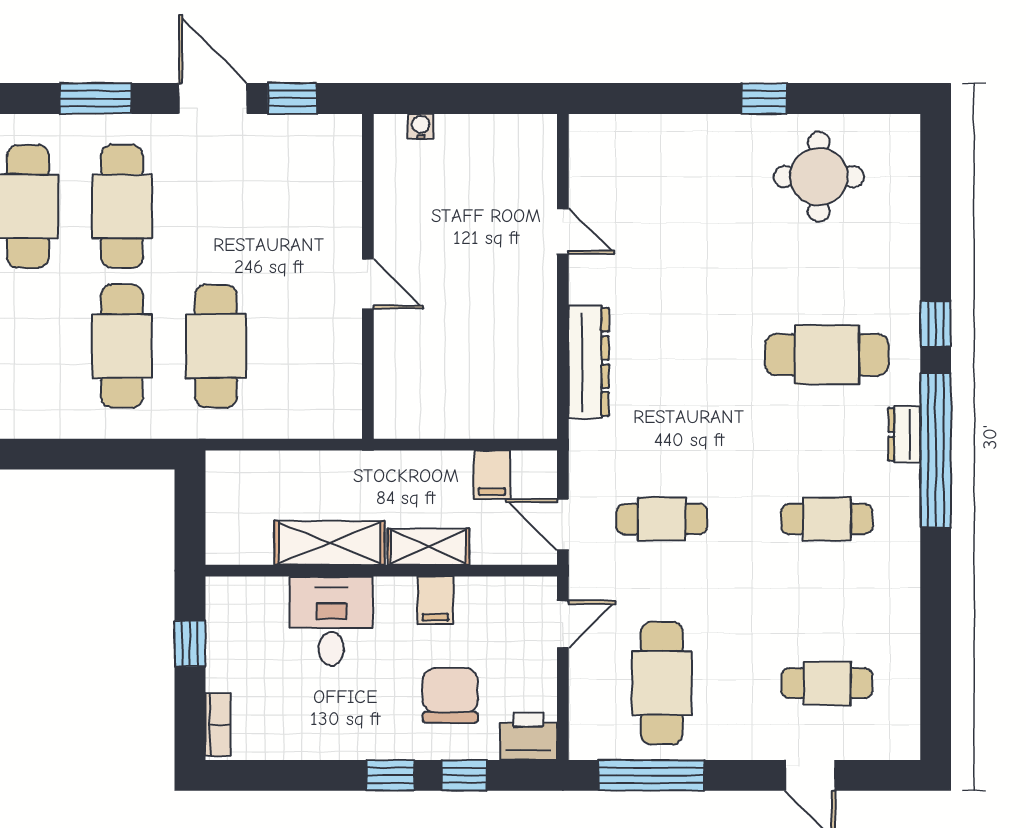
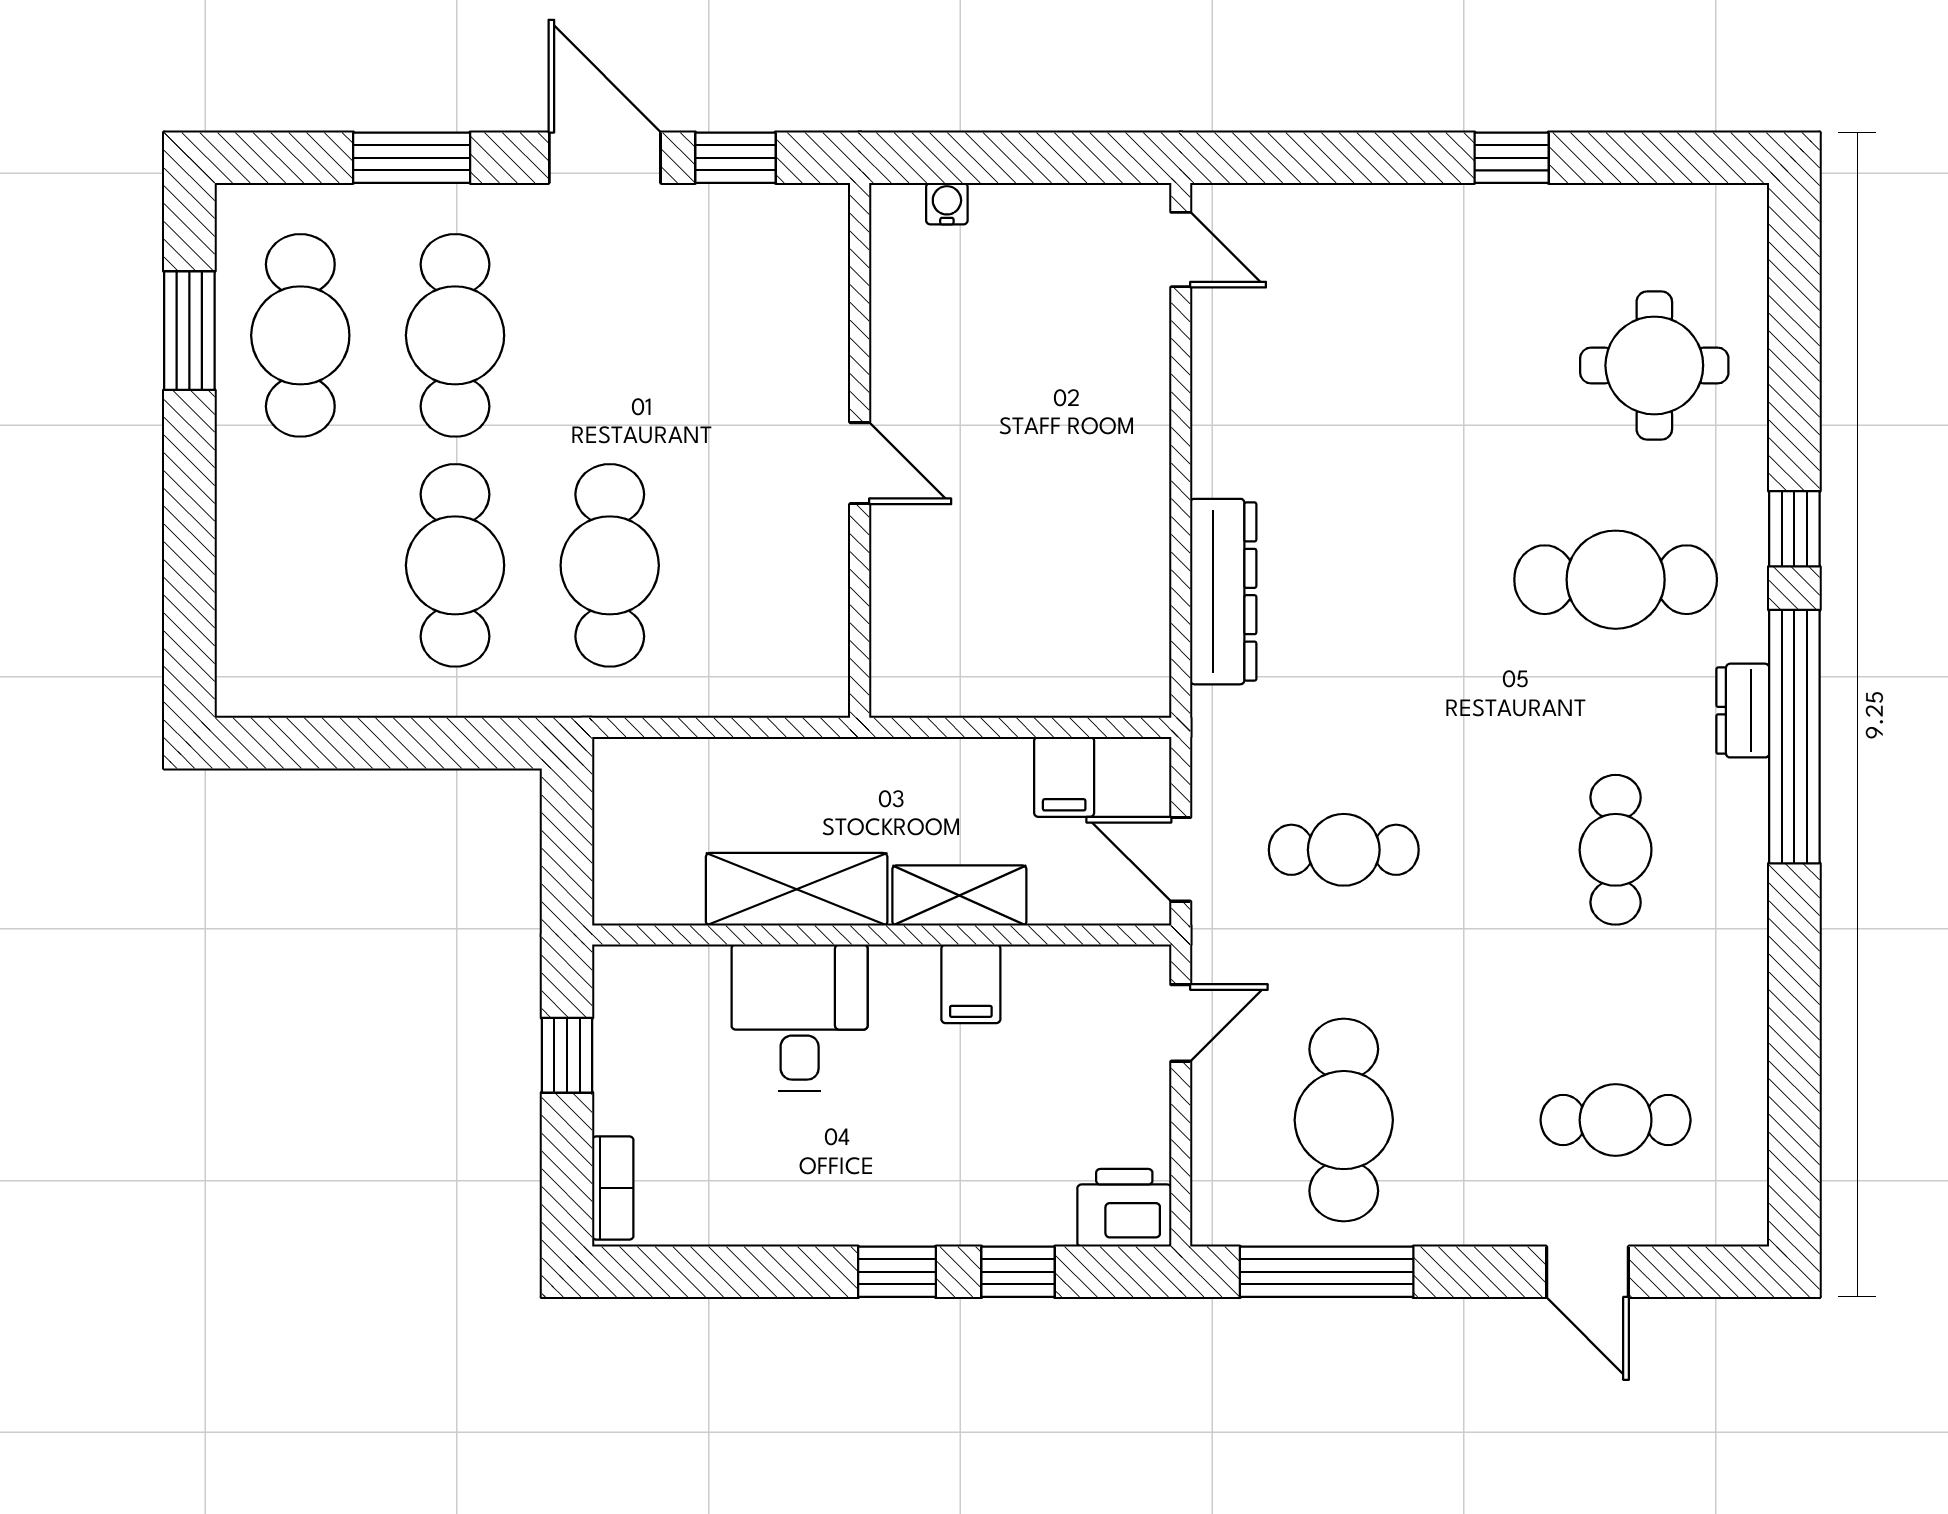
round table: (819, 177) -> (1654, 365), moved
door: (563, 231) -> (1181, 250), moved
cafe table: (827, 519) -> (1616, 850), turned 90
chair: (450, 695) -> (995, 1140), removed

